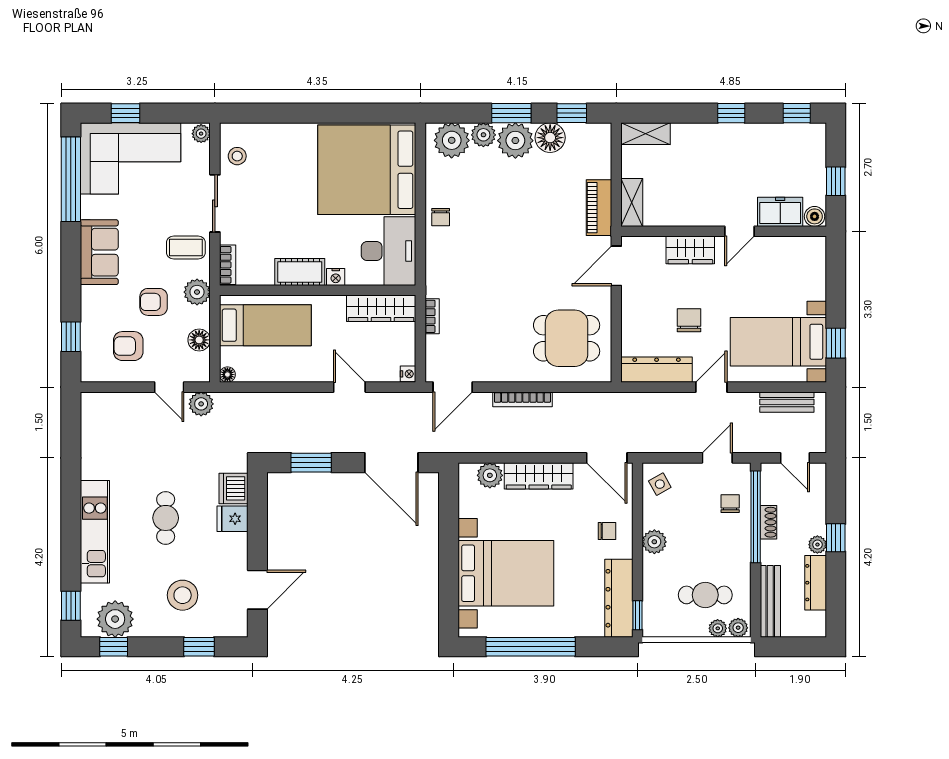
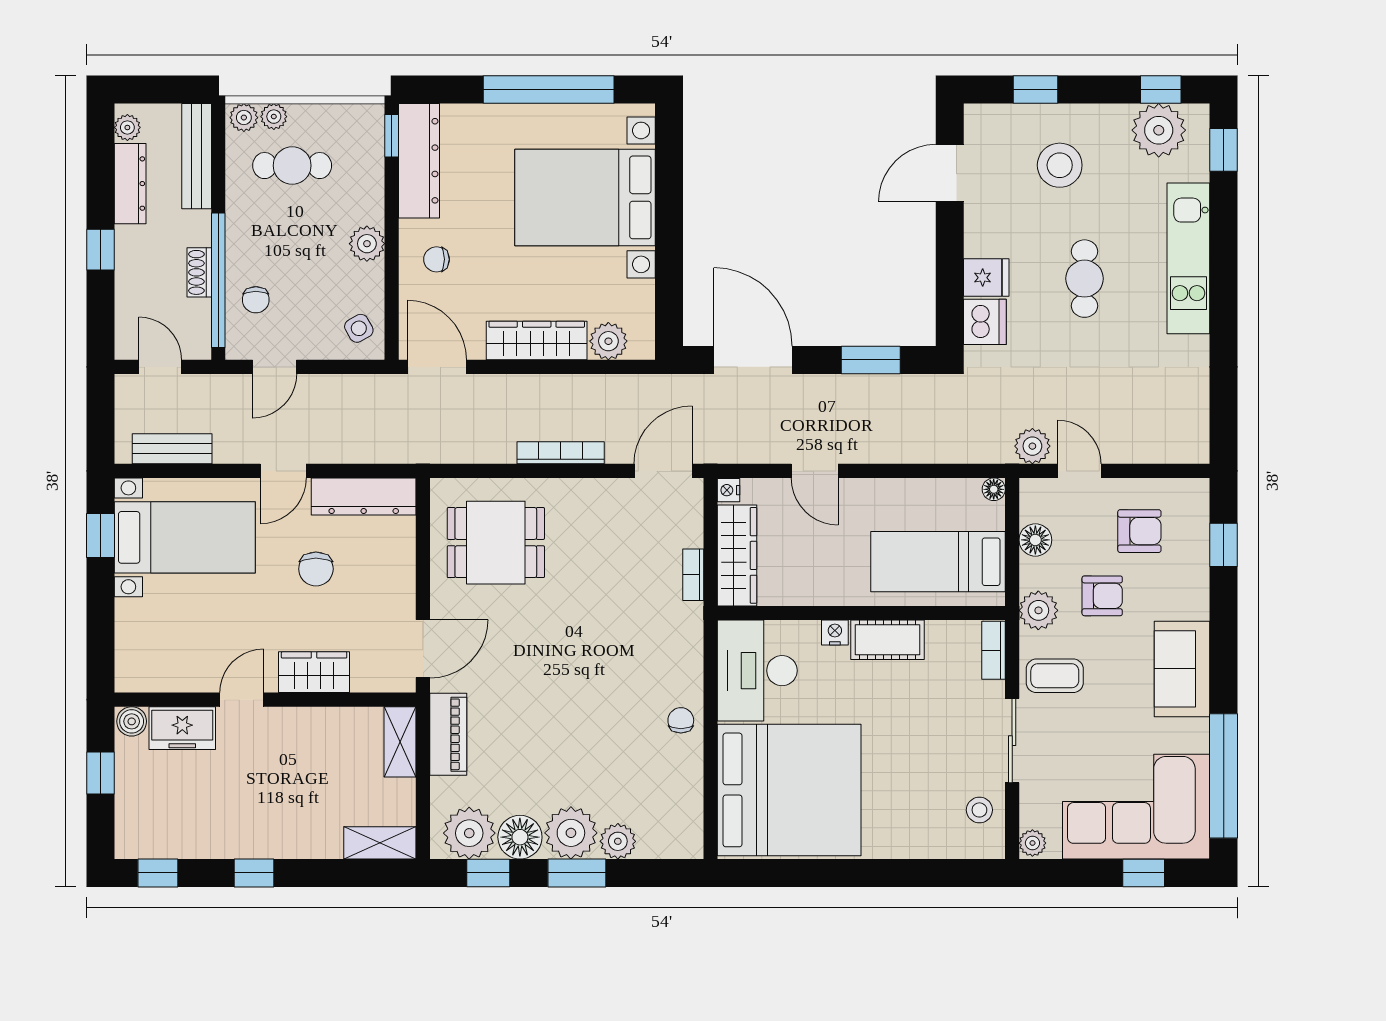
plant: (452, 140) -> (469, 833), moved
wardrobe: (381, 308) -> (737, 555), moved, turned 90
plant: (817, 545) -> (127, 127), moved

